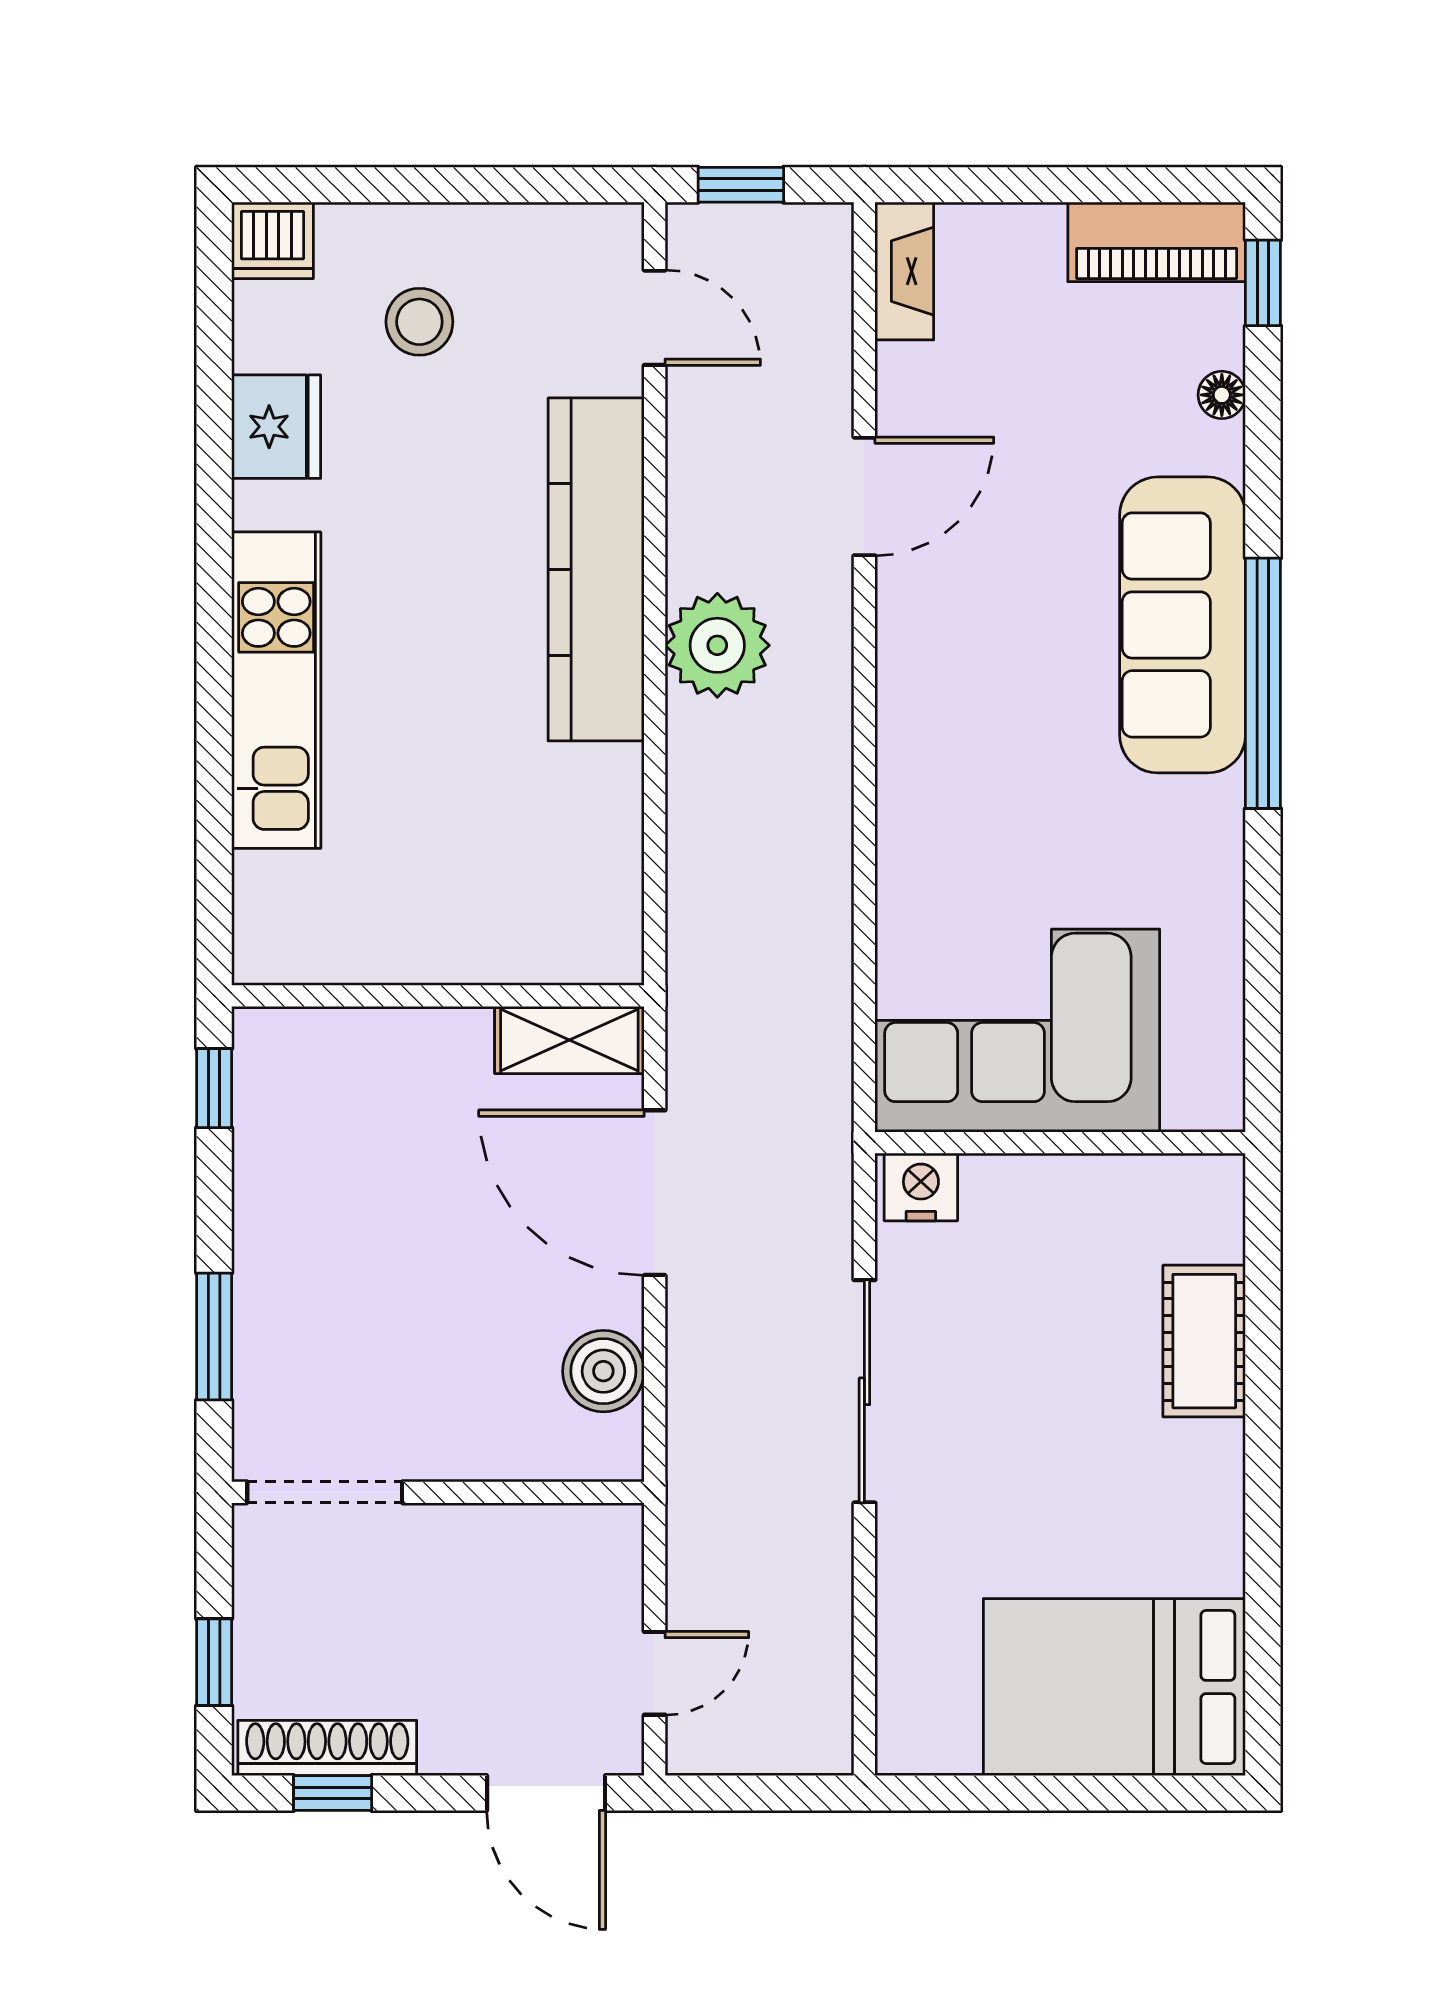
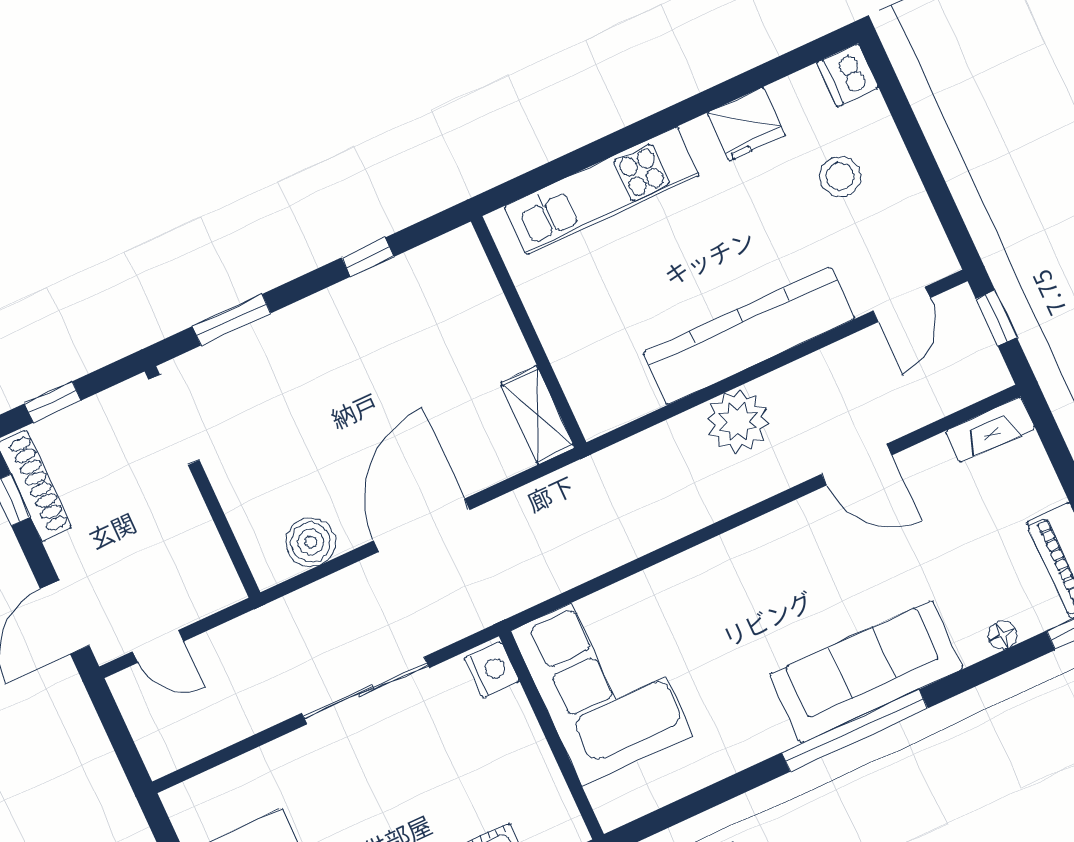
wall: (438, 996) -> (529, 332), moved
shelving: (569, 1040) -> (538, 415), moved

